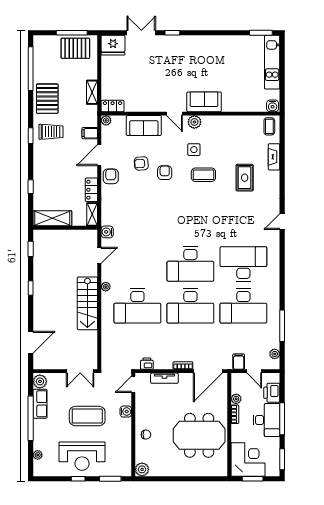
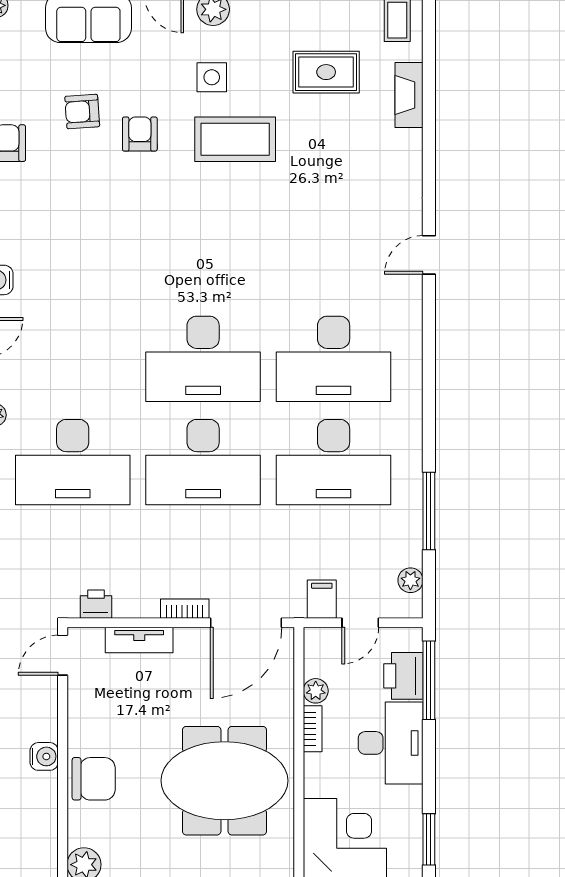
coffee table: (203, 175) -> (235, 139), width x1.36, depth x1.32
rug: (245, 178) -> (326, 72), moved, turned 90
desk: (243, 264) -> (334, 359), turned 180
door: (254, 371) -> (360, 623), hinge flipped
water cooler: (126, 412) -> (44, 756), moved
window: (282, 419) -> (429, 680), moved
chair: (146, 435) -> (94, 779), width x1.87, depth x1.87

